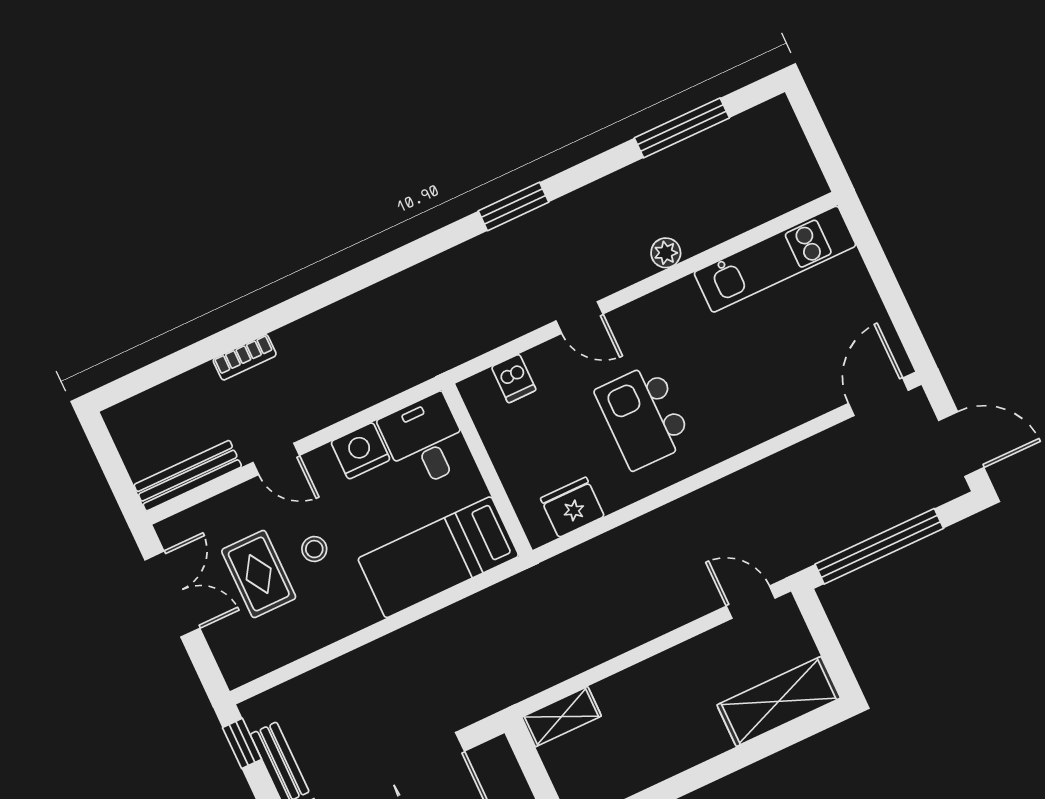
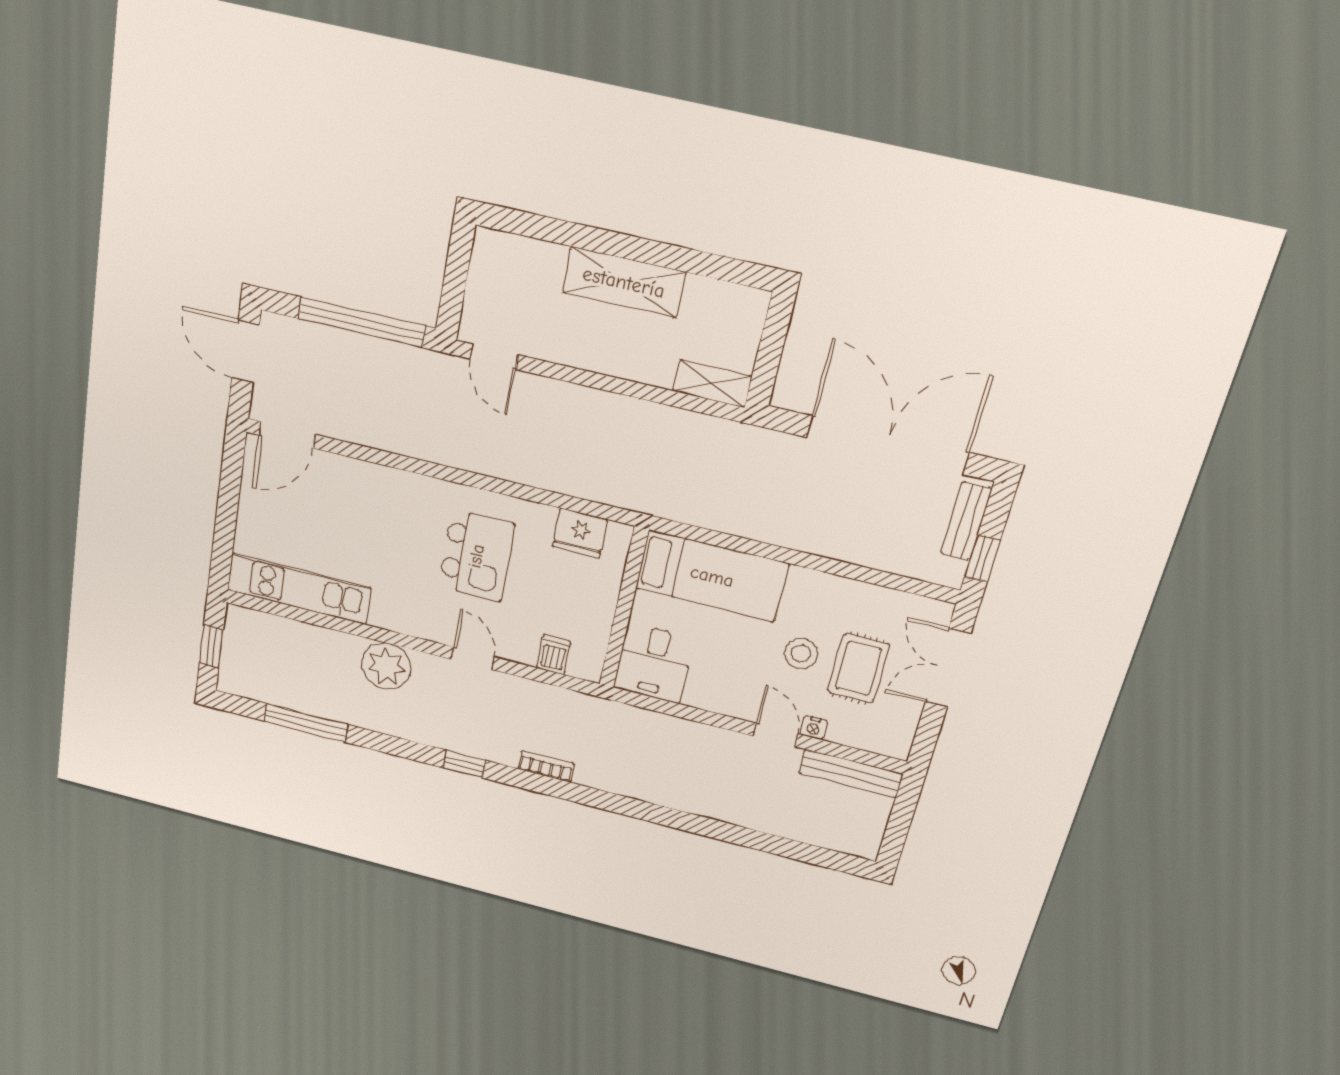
window: (817, 135) -> (211, 646), added
window: (514, 206) -> (465, 764), width x0.67
plant: (666, 253) -> (386, 666), width x1.88, depth x1.88
bookcase: (245, 357) -> (546, 766), moved
nightstand: (361, 451) -> (814, 728), moved, width x0.53, depth x0.56
stool: (314, 549) -> (801, 653), width x1.37, depth x1.37
double door: (172, 594) -> (948, 668), moved
shelving: (779, 701) -> (624, 282), moved

